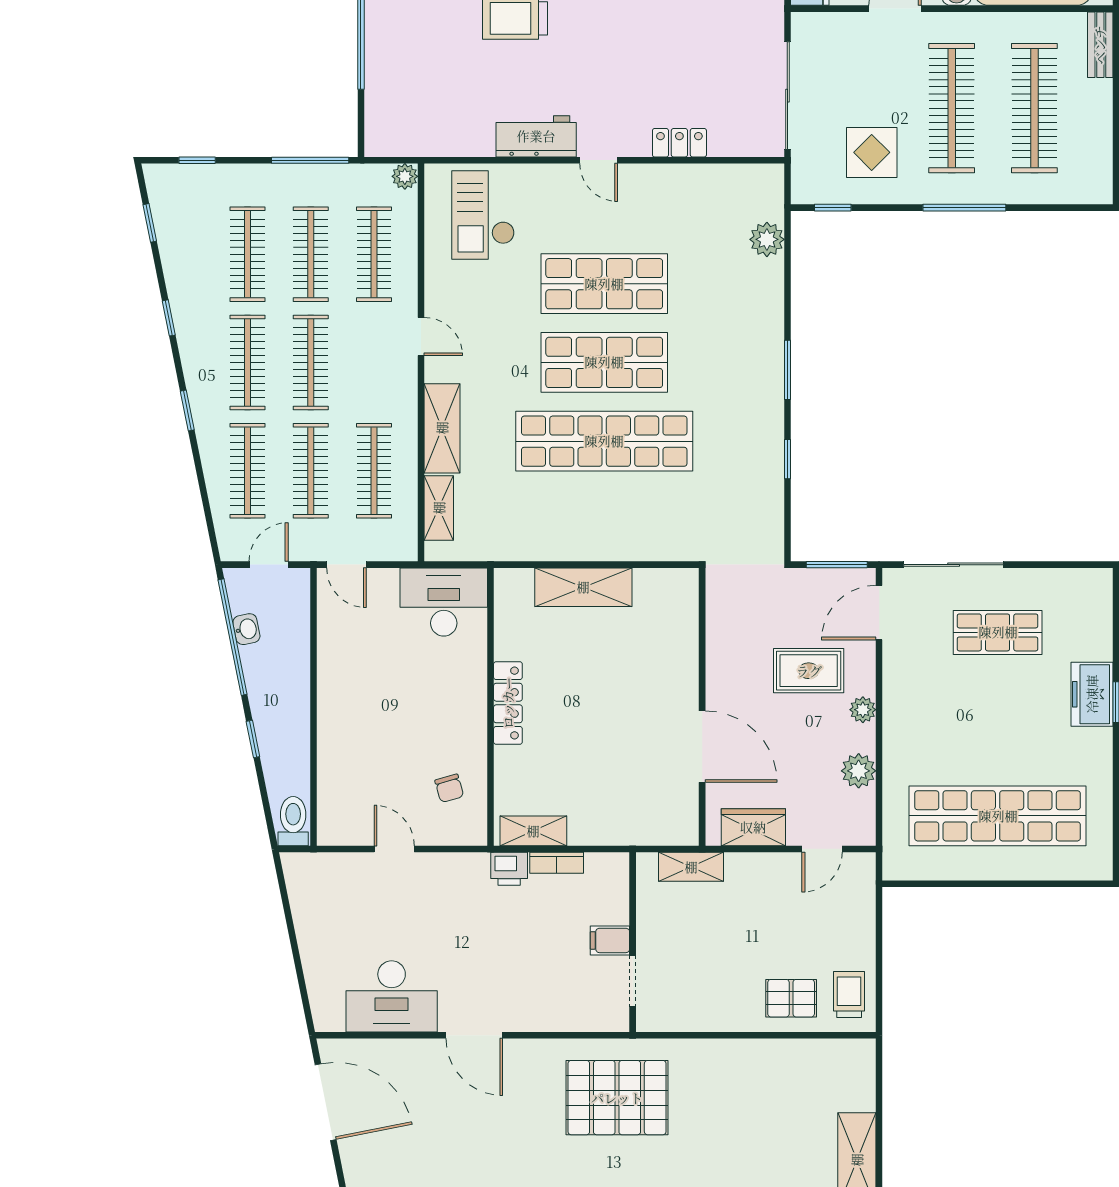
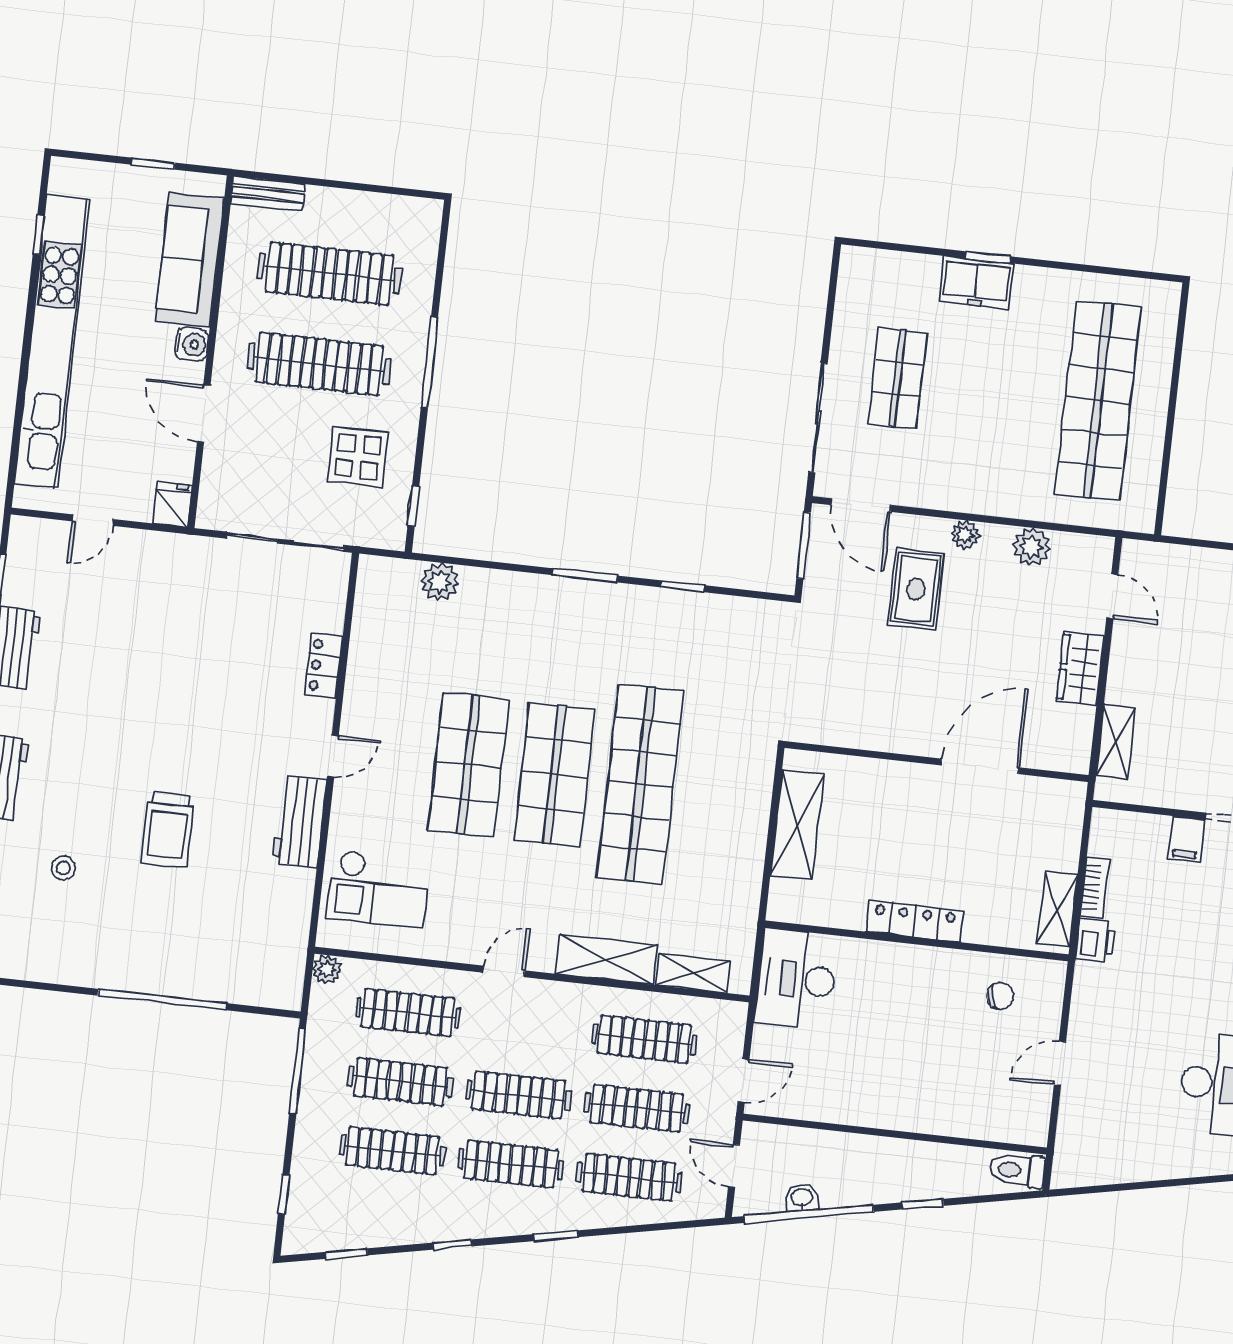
wall: (702, 707) -> (937, 762), moved
door: (702, 747) -> (980, 766), moved

